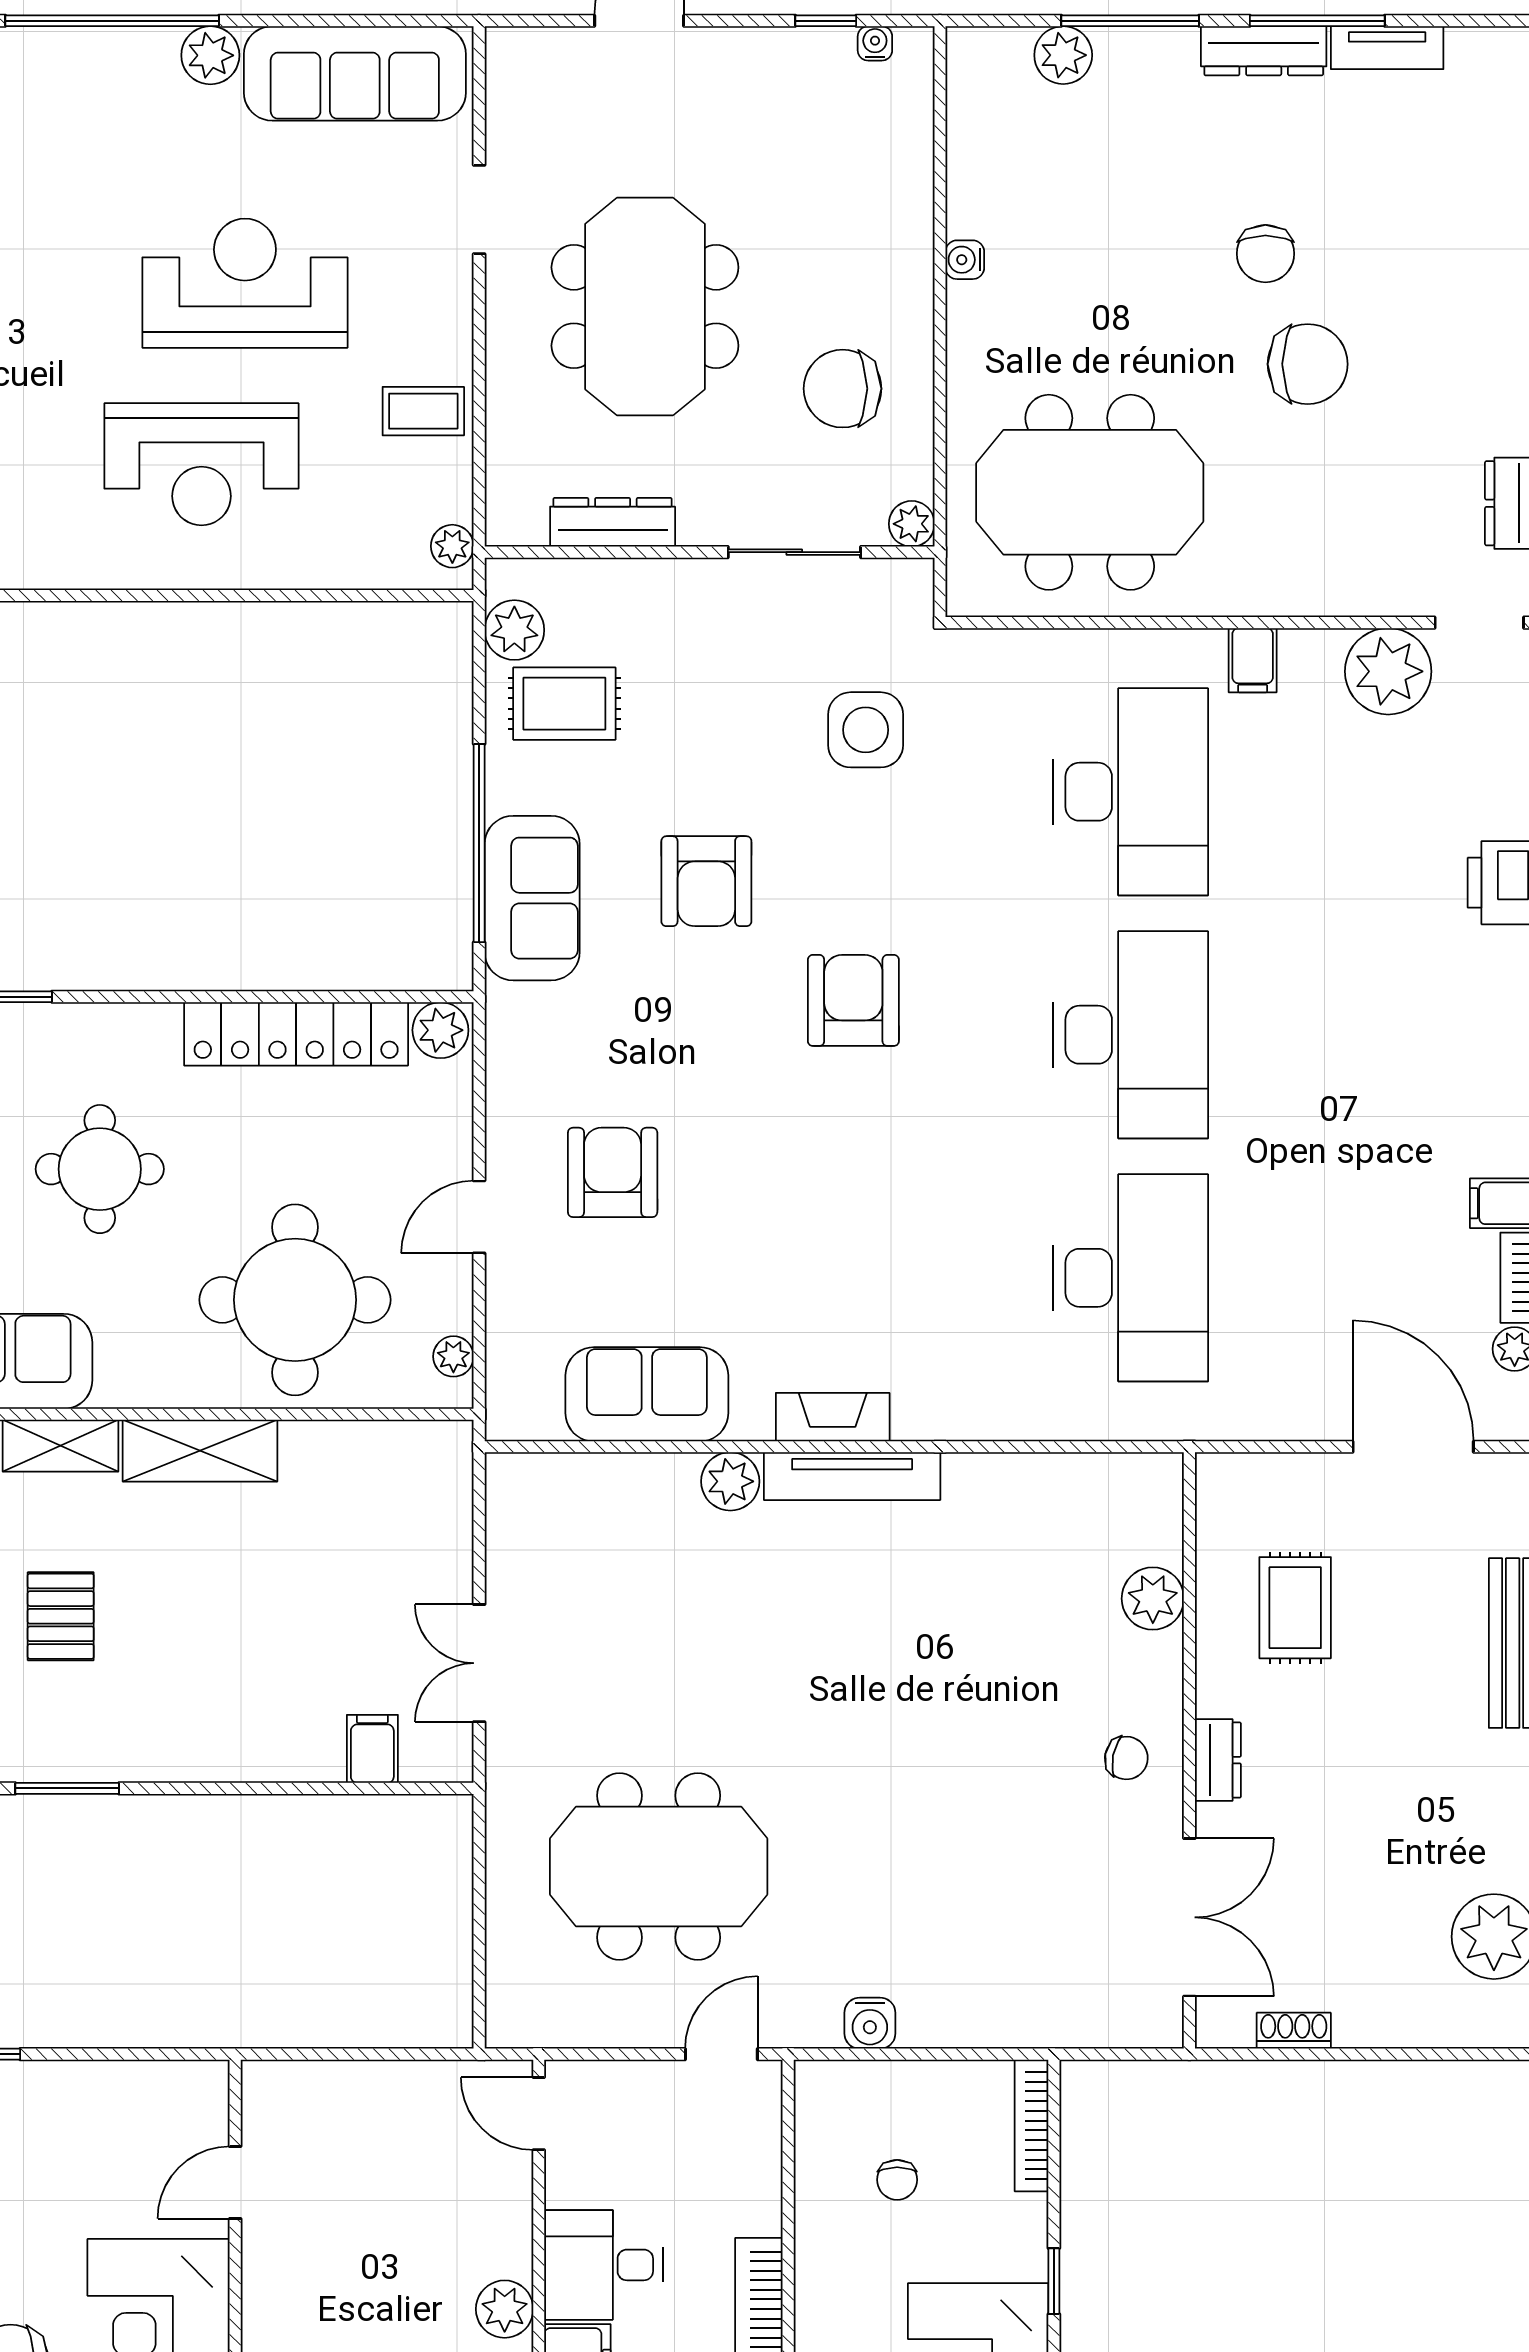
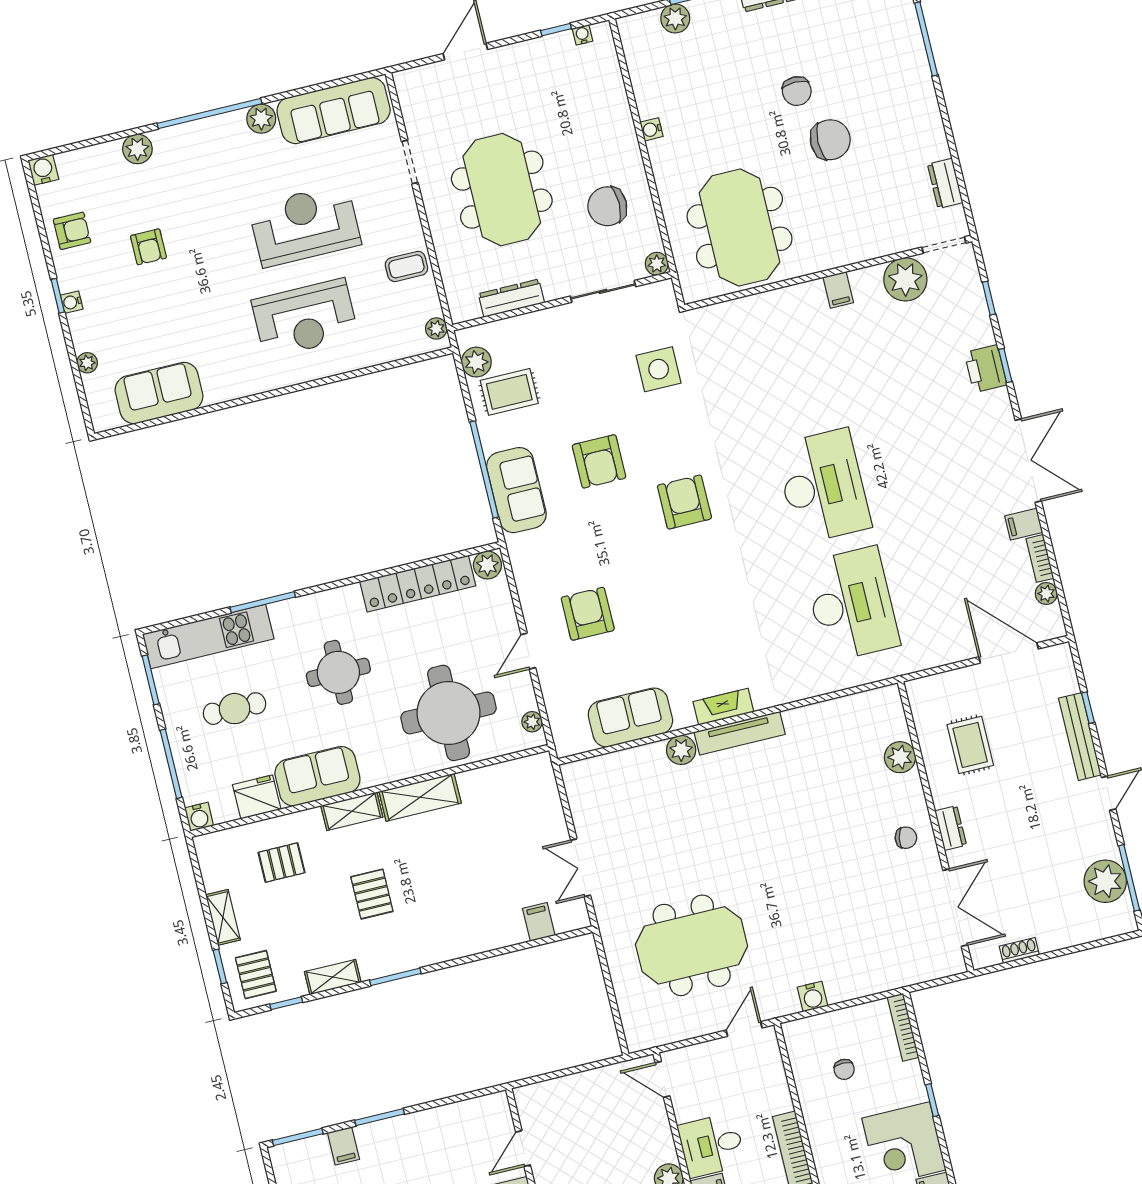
meeting table: (1090, 492) -> (739, 228), turned 90
desk: (1131, 792) -> (794, 368), removed

